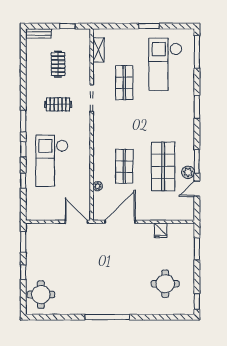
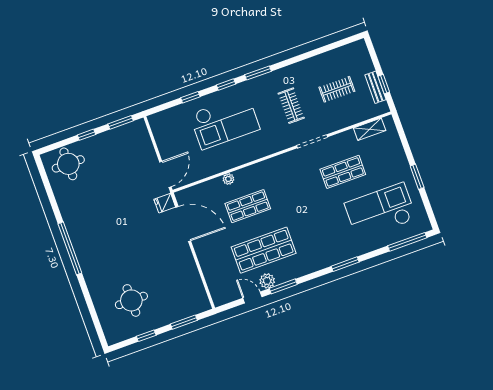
bench: (38, 33) -> (375, 87), moved
checkout: (52, 161) -> (225, 122), turned 180
plant: (98, 186) -> (228, 179), moved
fridge: (161, 230) -> (165, 203), moved
window: (197, 302) -> (146, 336), moved

